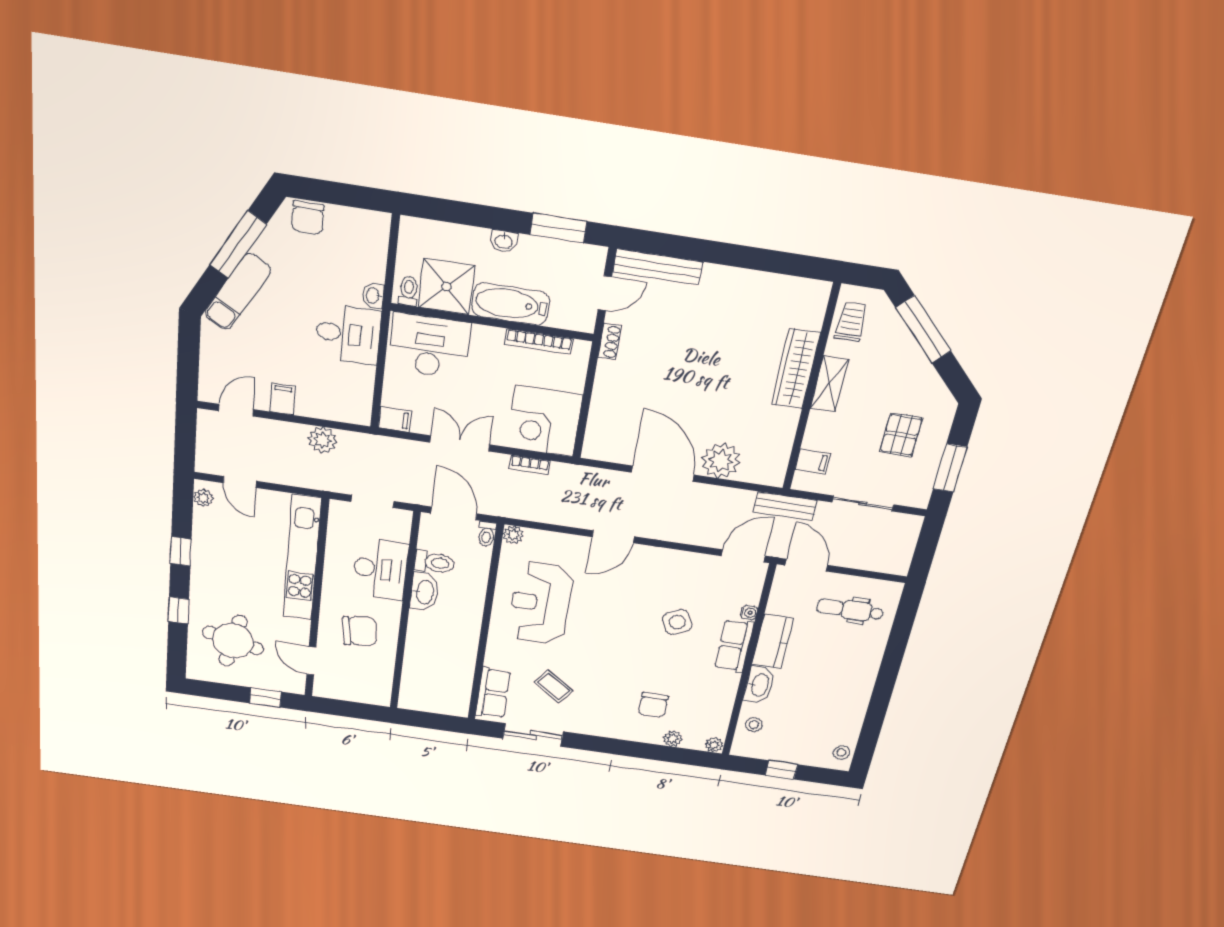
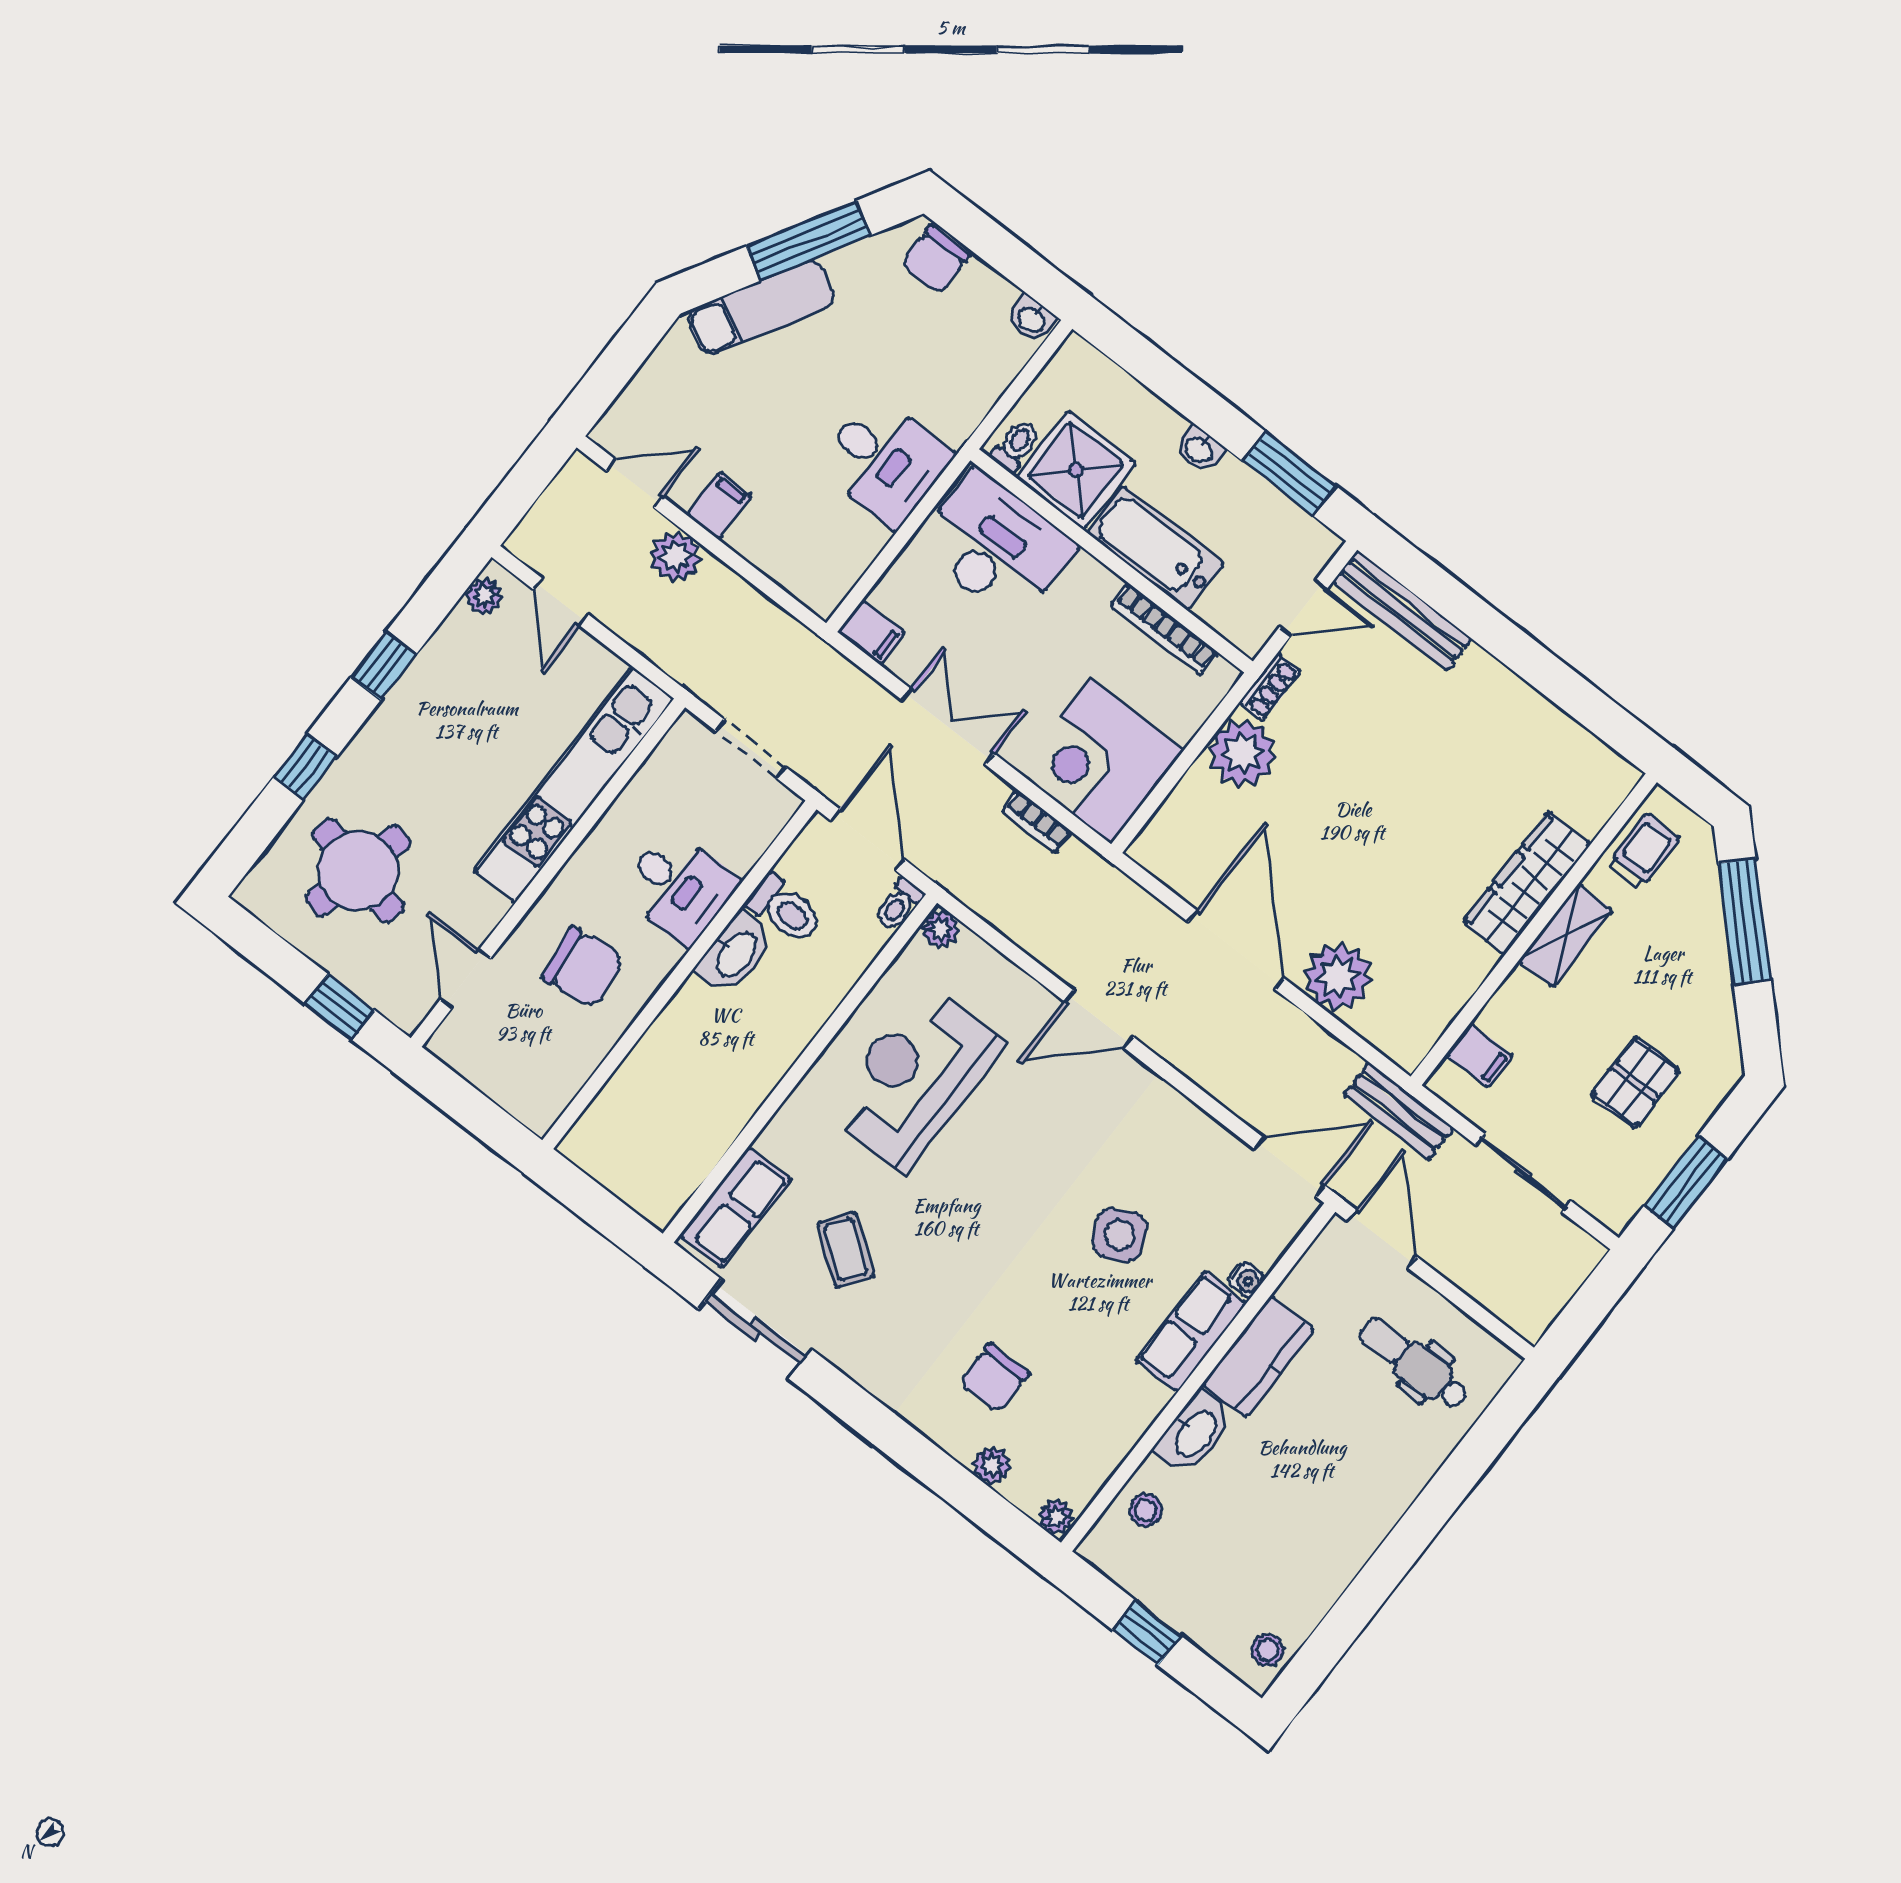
washbasin: (373, 296) -> (1032, 319), moved, turned -90
plant: (614, 381) -> (1243, 753), added
plant: (322, 440) -> (675, 557), moved
desk: (380, 569) -> (678, 887), width x0.73

